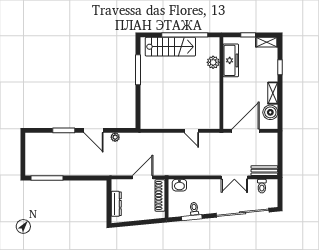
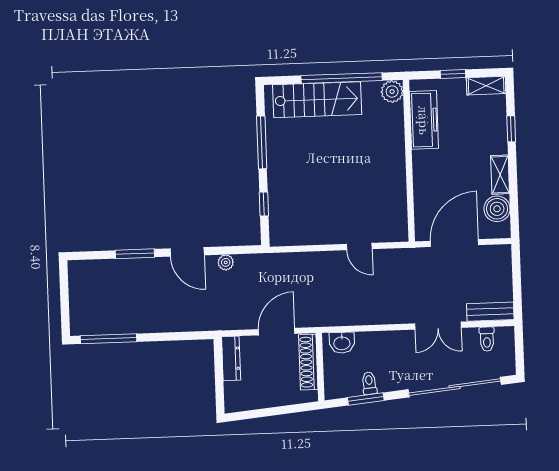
plant: (213, 62) -> (392, 92), moved
window: (138, 105) -> (264, 204), added
dresser: (116, 204) -> (231, 358), moved

